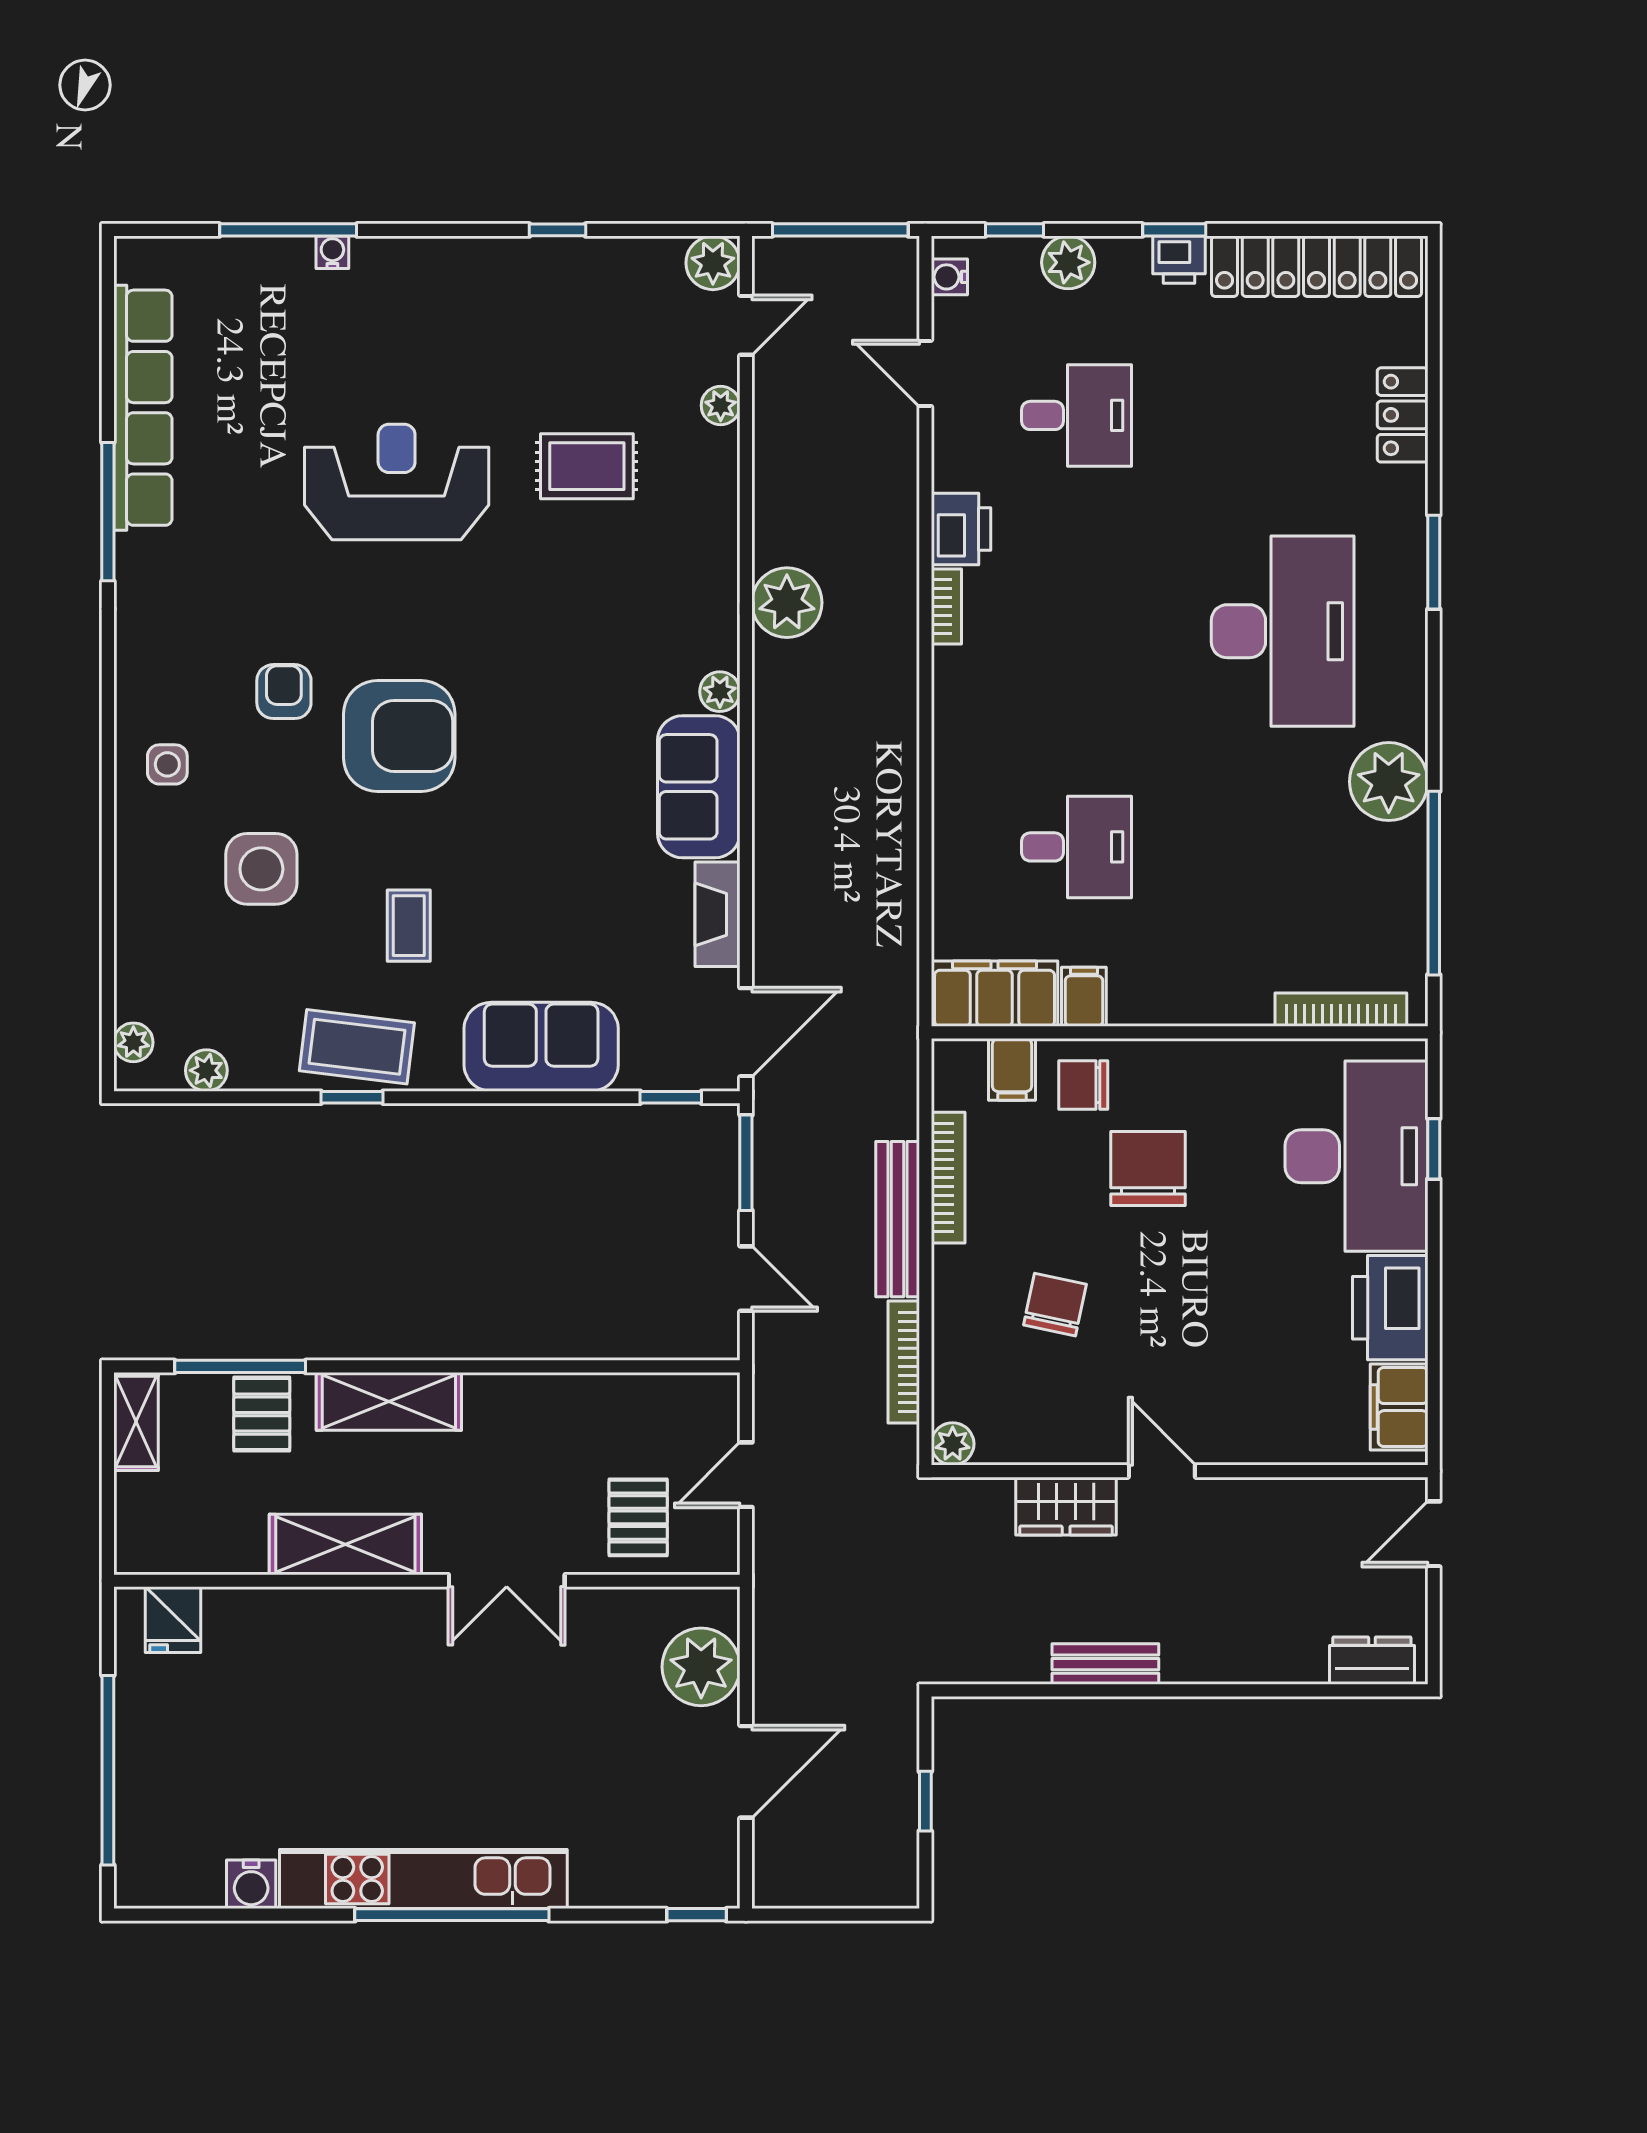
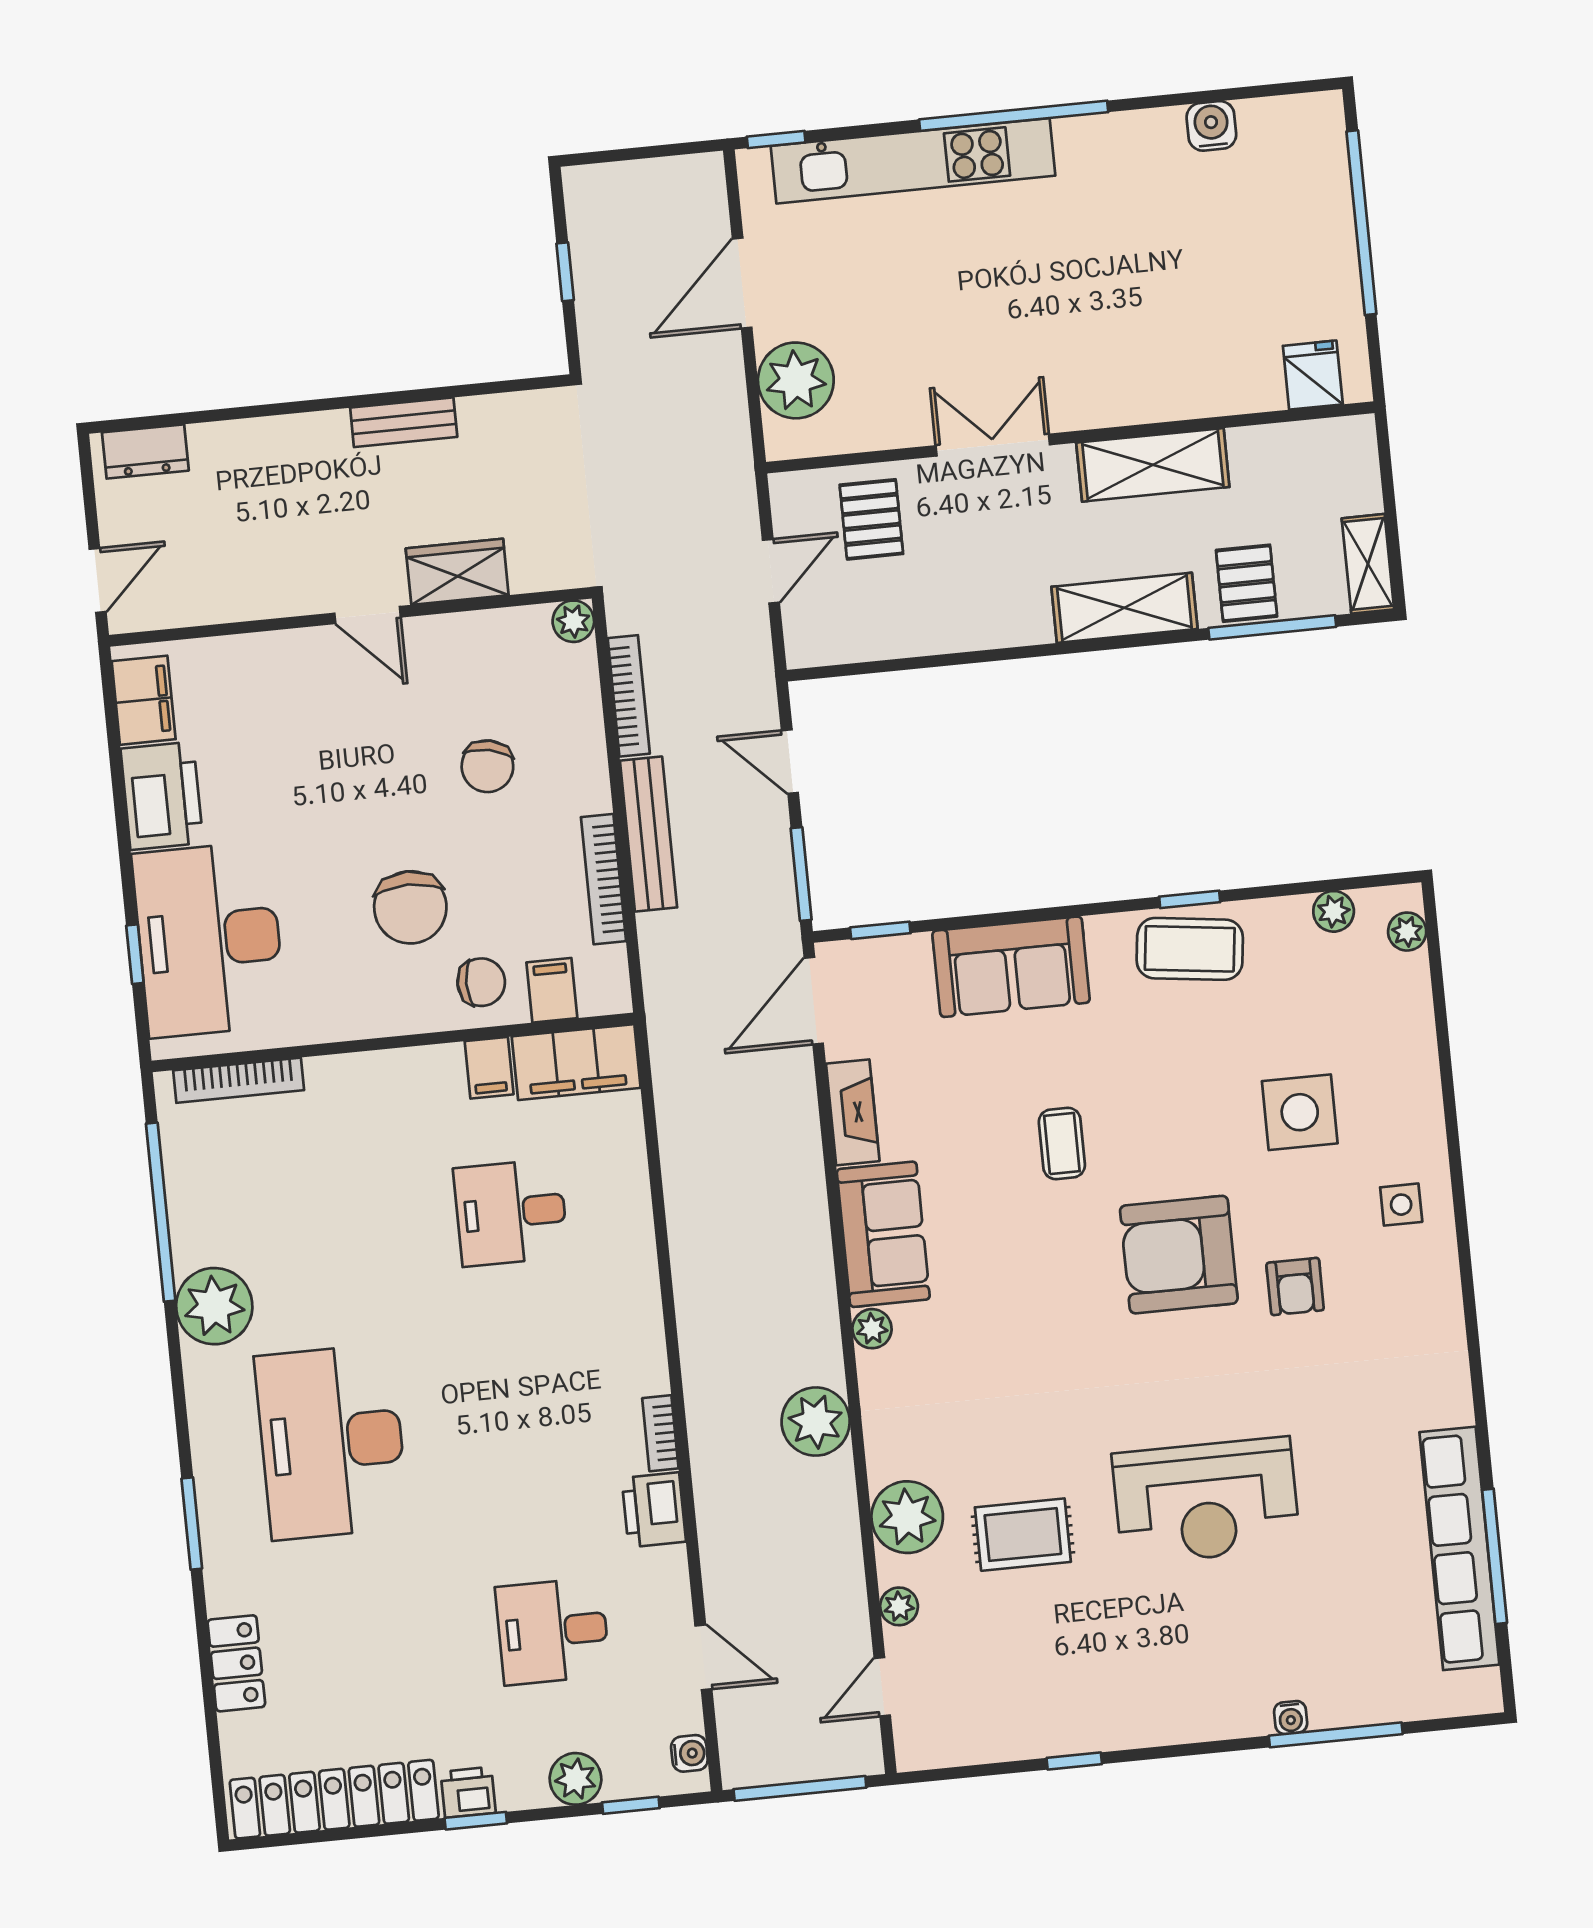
plant: (713, 263) -> (907, 1517), moved, width x1.36, depth x1.36
window: (108, 512) -> (1495, 1556), moved
coffee table: (409, 926) -> (1062, 1143), moved
kitchen unit: (423, 1879) -> (913, 161), moved

